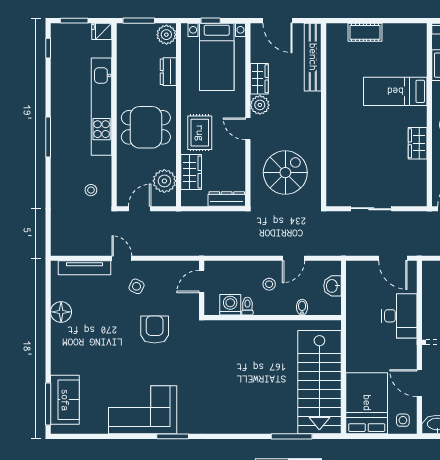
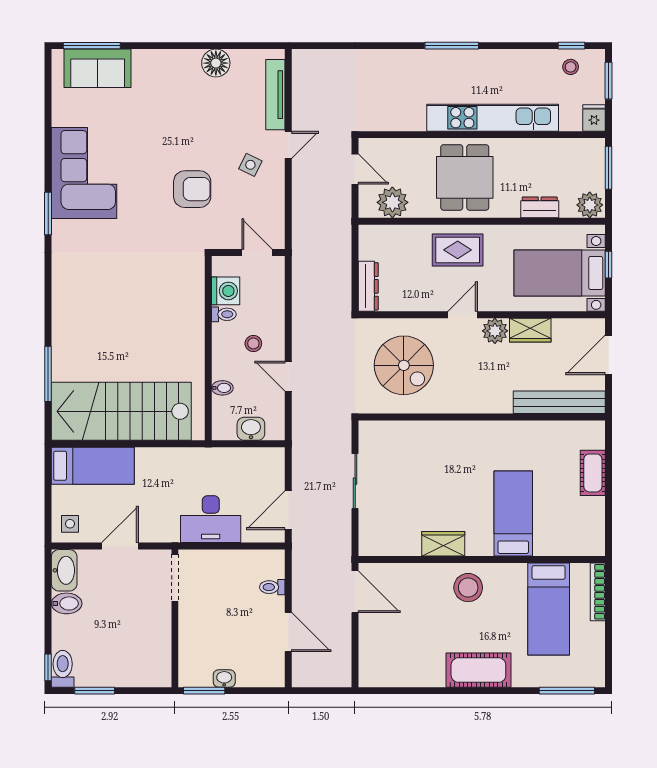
wardrobe: (191, 172) -> (405, 238), removed
stool: (91, 190) -> (571, 67), moved
bed: (367, 403) -> (93, 466), width x0.67

